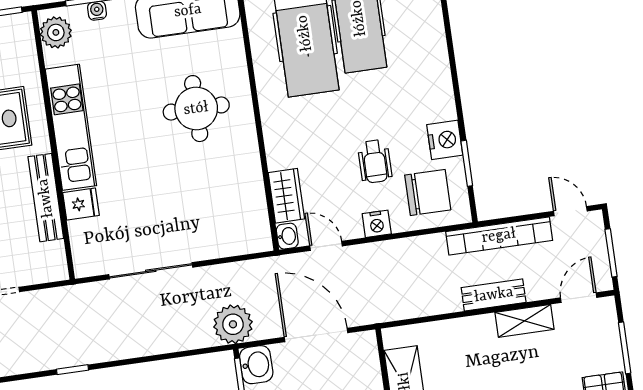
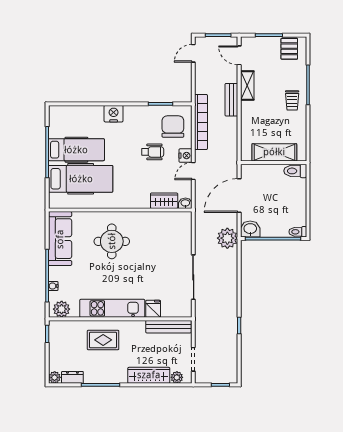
nightstand: (445, 140) -> (114, 114), moved
bench: (46, 198) -> (169, 327), moved
bookcase: (499, 236) -> (201, 122), moved
door: (326, 246) -> (193, 171), moved

